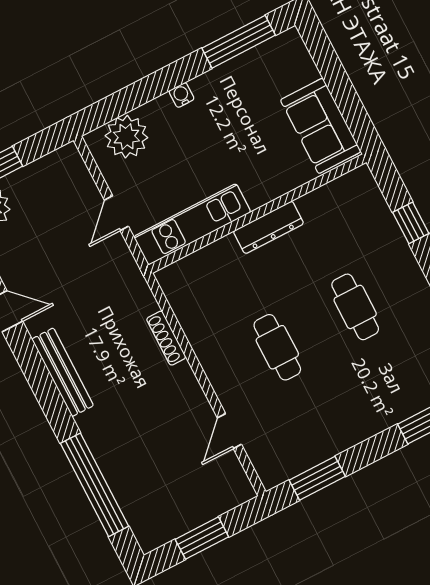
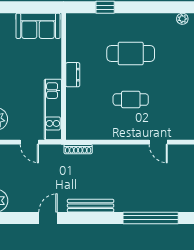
dresser: (269, 227) -> (73, 75), width x0.70
cafe table: (355, 307) -> (131, 54), width x1.37, depth x1.35
shoe rack: (166, 338) -> (78, 149), moved

